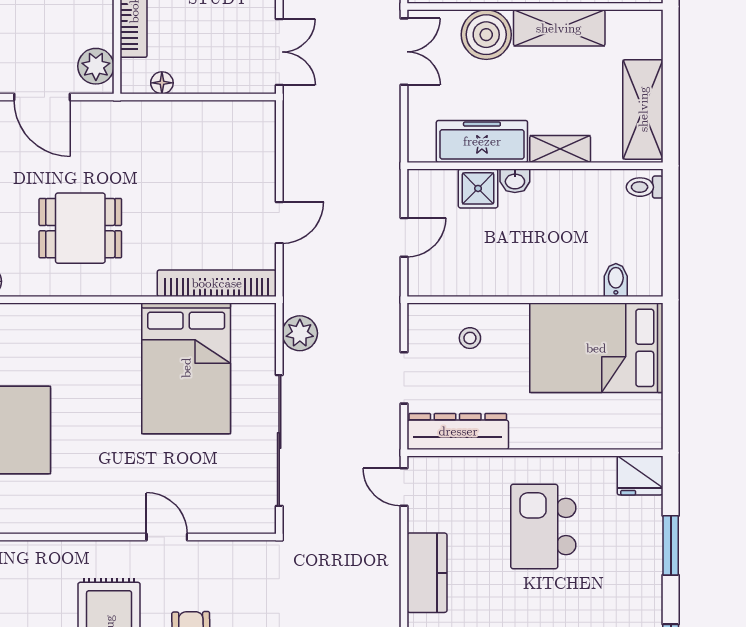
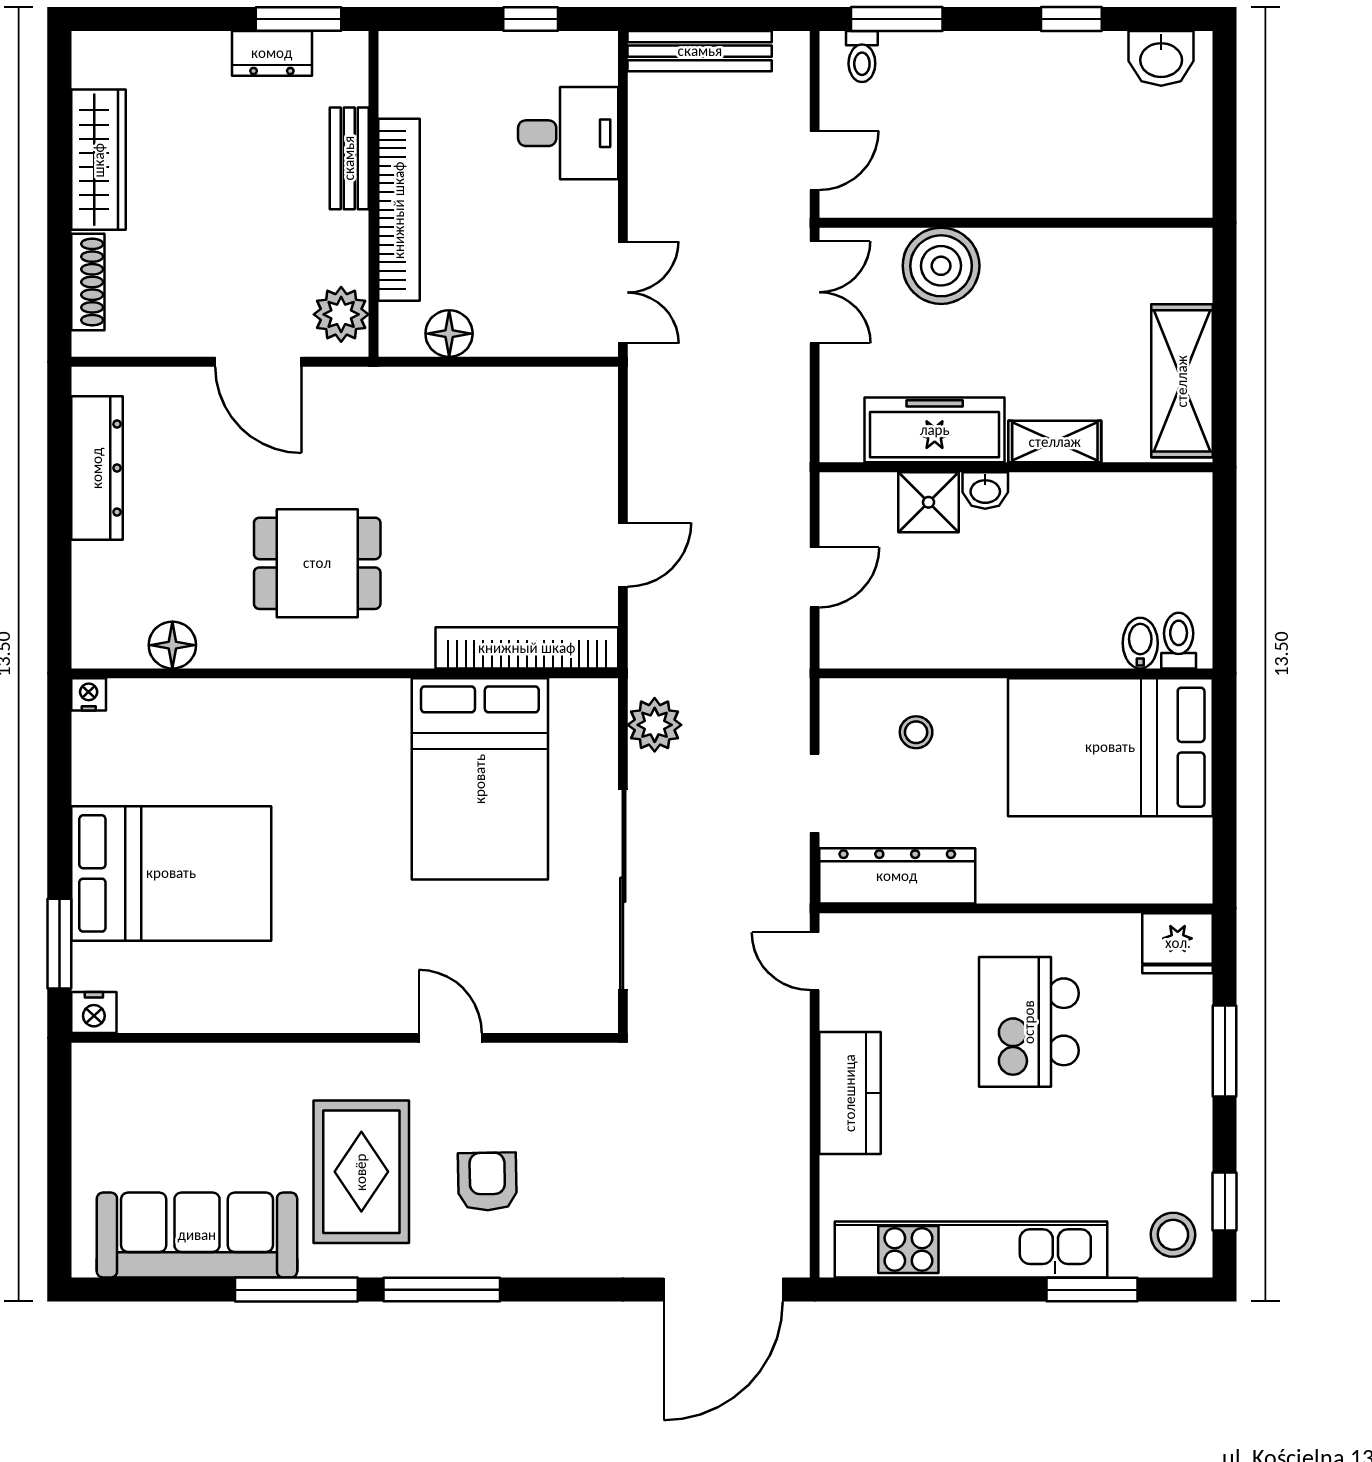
shelving: (559, 28) -> (1053, 256), removed
floor lamp: (162, 83) -> (449, 334), width x1.37, depth x1.37
toilet: (645, 187) -> (1179, 641), moved, turned 90

